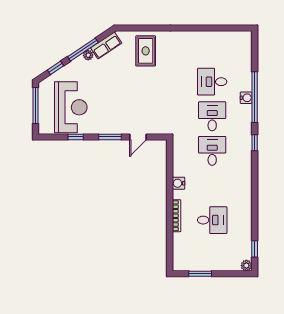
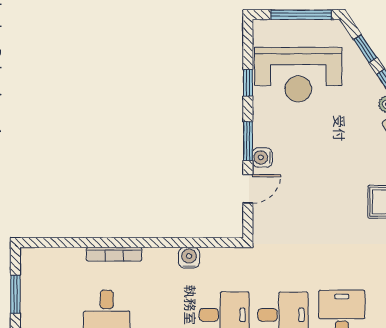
water cooler: (120, 128) -> (262, 157), added
door: (138, 137) -> (248, 189), swing flipped
water cooler: (178, 183) -> (189, 258), moved

